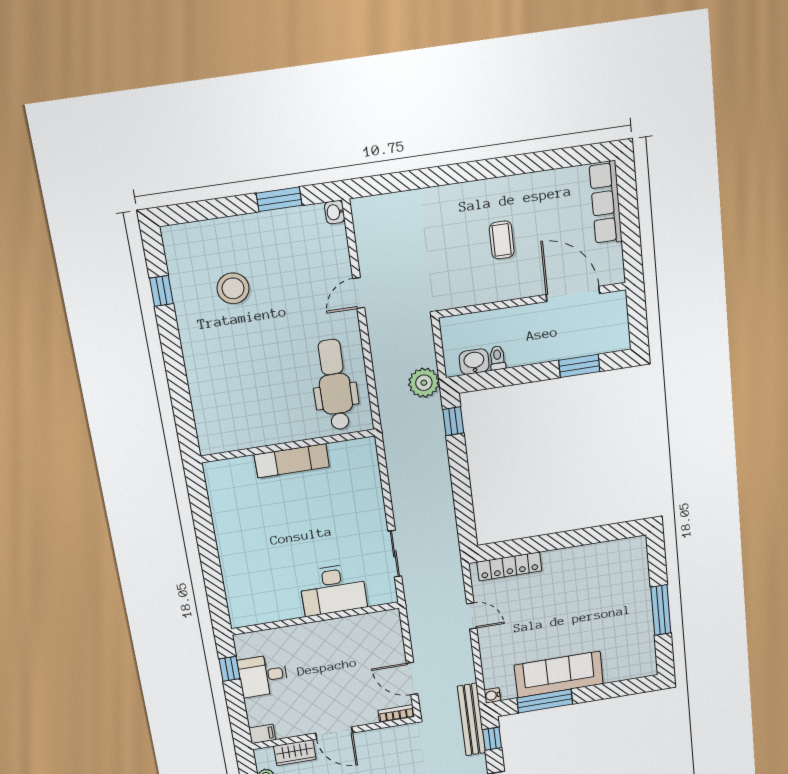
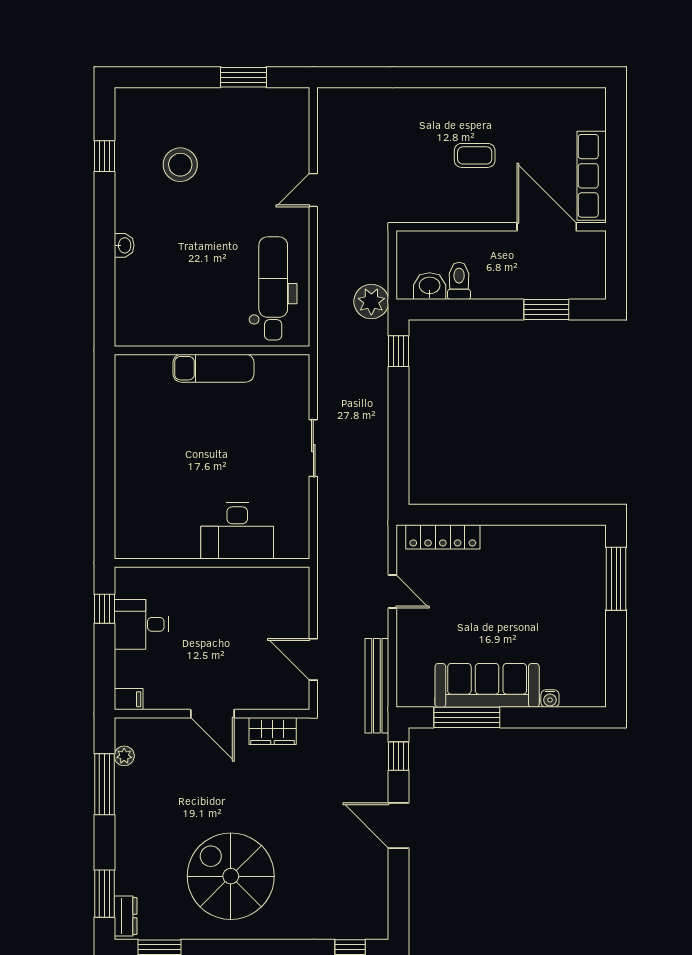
row of seats: (606, 203) -> (592, 176), moved
washbasin: (335, 212) -> (124, 245), moved, turned 180
coffee table: (502, 240) -> (475, 155), turned 90
toilet: (497, 358) -> (459, 281), width x1.37, depth x1.39
sliding door: (395, 554) -> (313, 448), moved
window: (661, 610) -> (616, 579), moved
water cooler: (492, 695) -> (550, 699), moved, turned -90
bookcase: (396, 714) -> (289, 702), removed
bench: (472, 720) -> (377, 686), moved
wardrobe: (295, 753) -> (273, 731), moved

